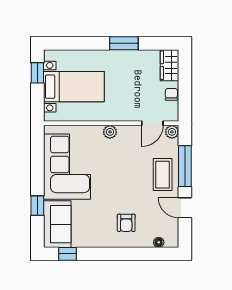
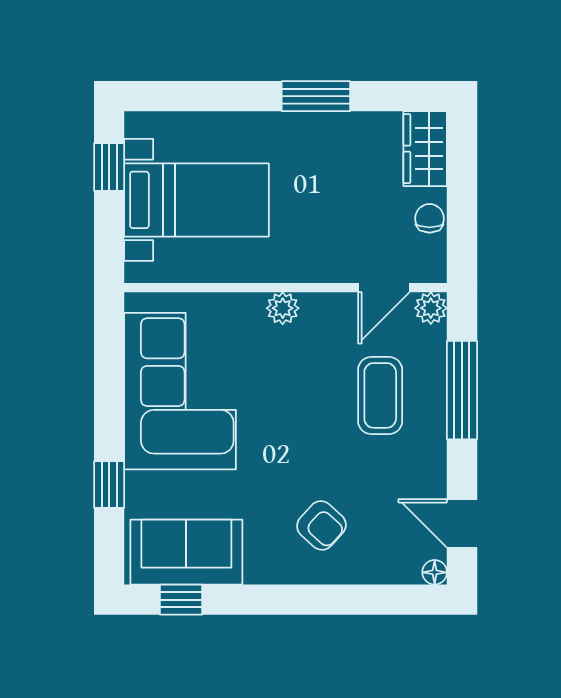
coffee table: (163, 175) -> (380, 395), moved
door: (185, 208) -> (462, 523), moved
armchair: (126, 223) -> (321, 525), turned -48
sofa: (57, 224) -> (186, 552), moved, turned -90
floor lamp: (159, 242) -> (435, 572), moved

